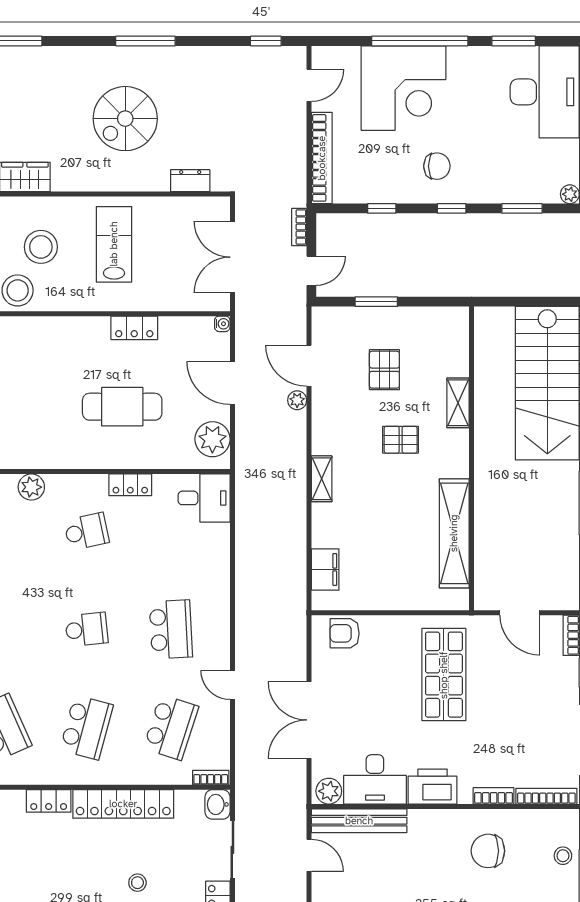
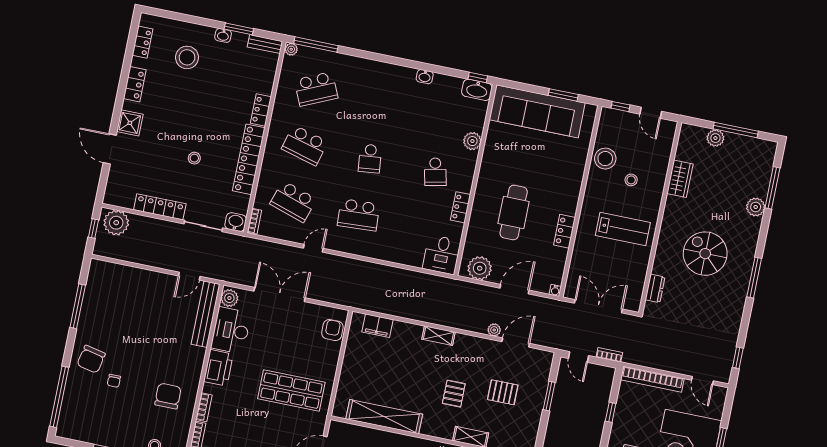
plant: (43, 60) -> (756, 207), added
stool: (41, 247) -> (631, 180), width x0.53, depth x0.53

